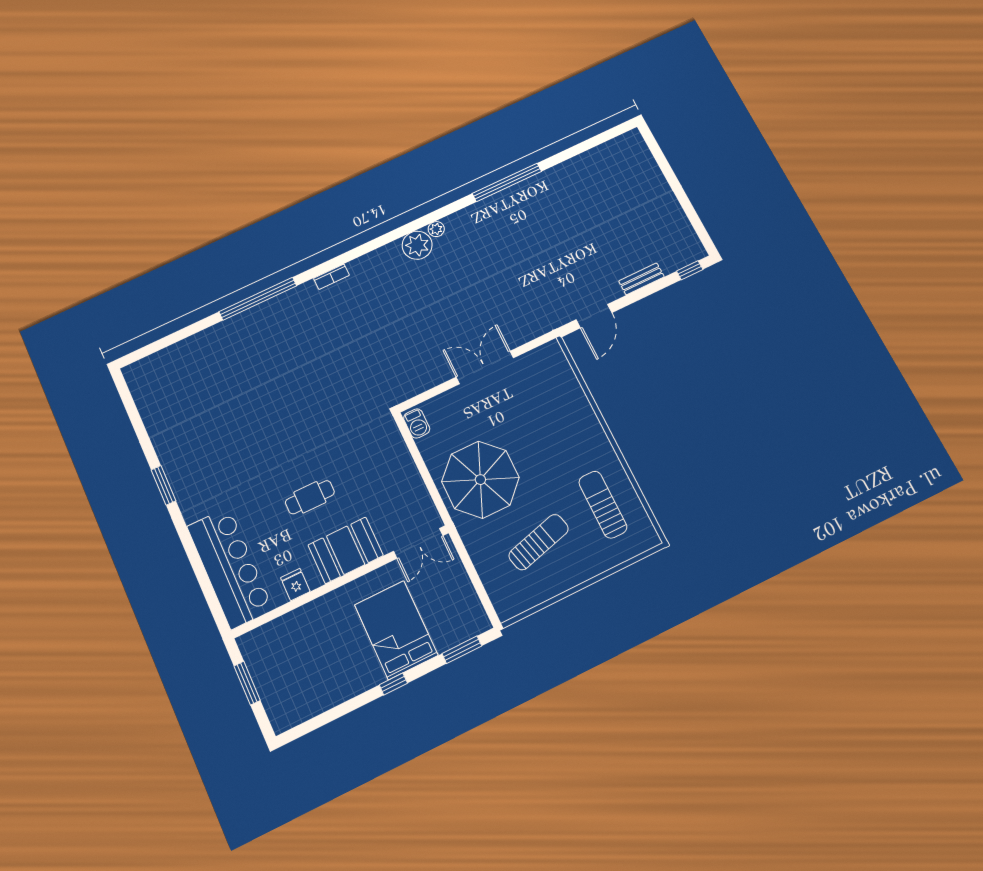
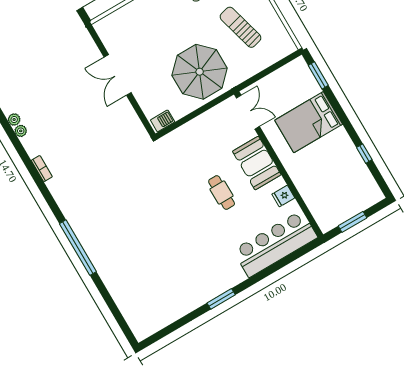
plant: (417, 245) -> (21, 131), width x0.53, depth x0.53
bookcase: (331, 277) -> (42, 169), moved
window: (393, 684) -> (364, 154), moved

